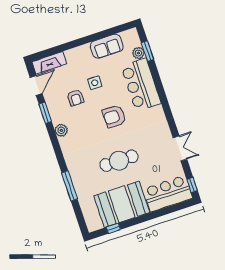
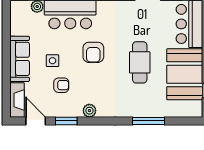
sofa: (107, 46) -> (20, 59), moved, width x1.36

